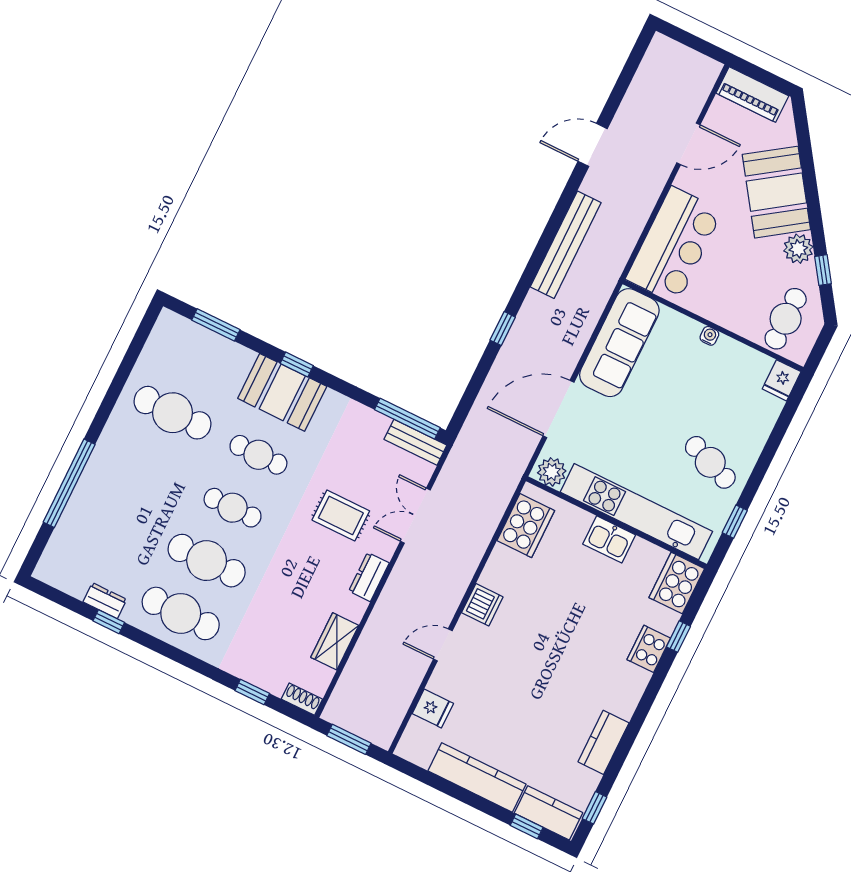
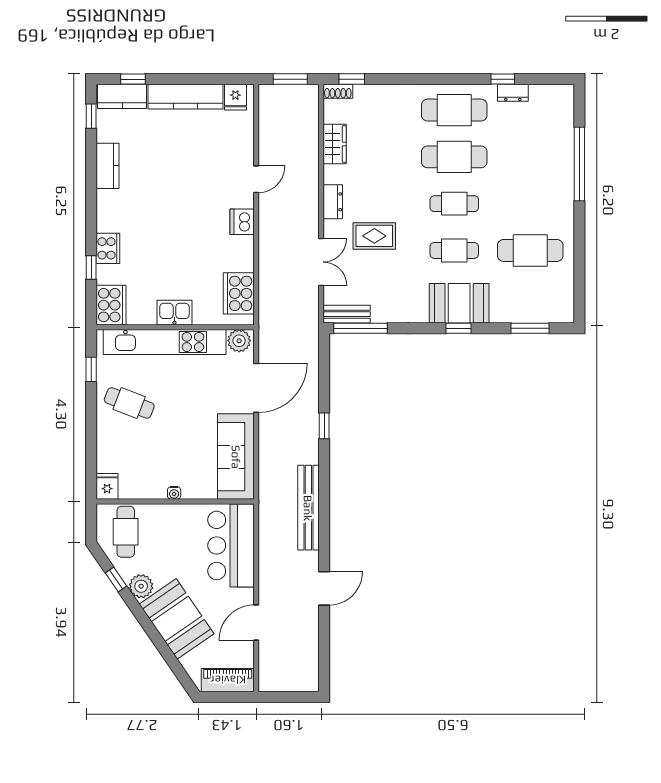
window: (252, 692) -> (352, 79), moved
fridge: (433, 708) -> (235, 97), moved, turned -90

